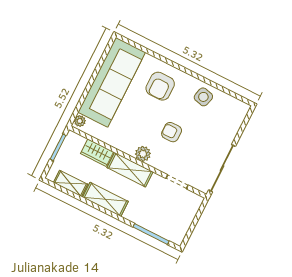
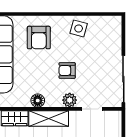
floor lamp: (128, 147) -> (38, 101), added
plant: (143, 154) -> (70, 100), moved

